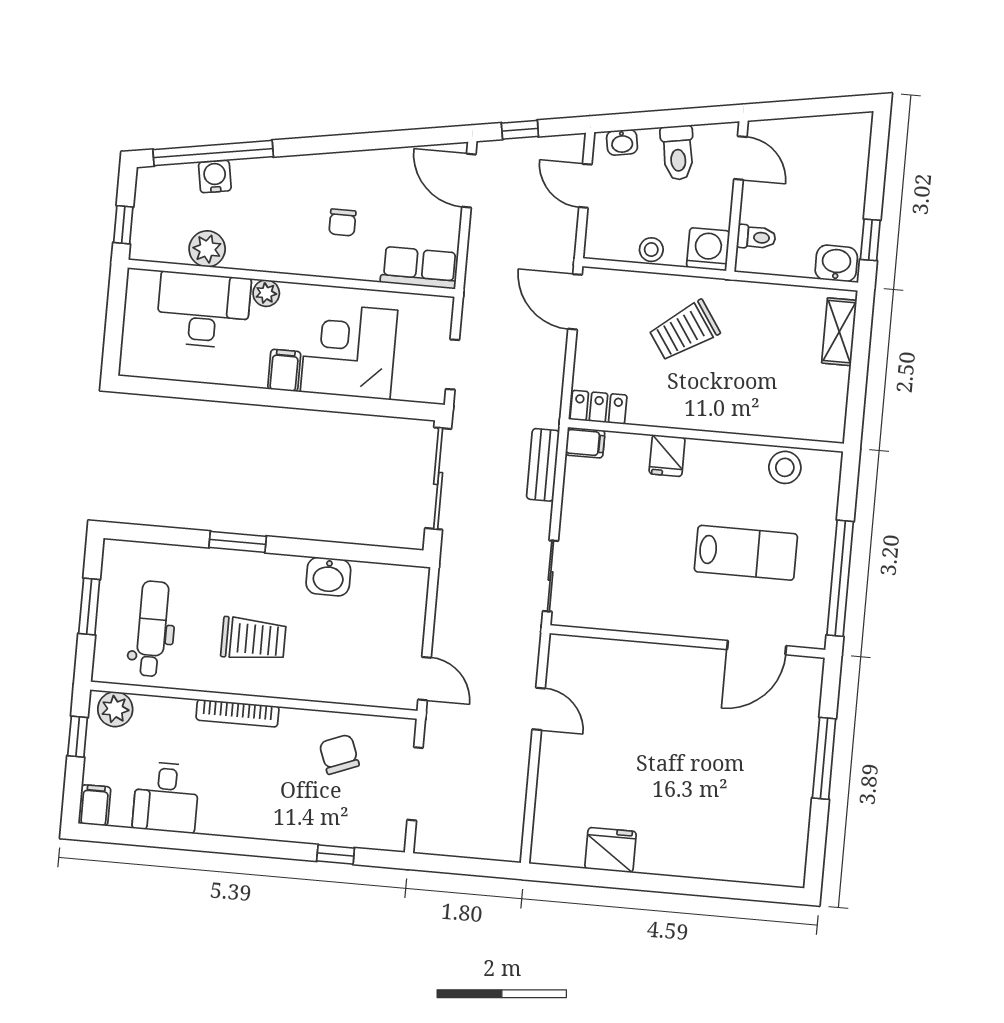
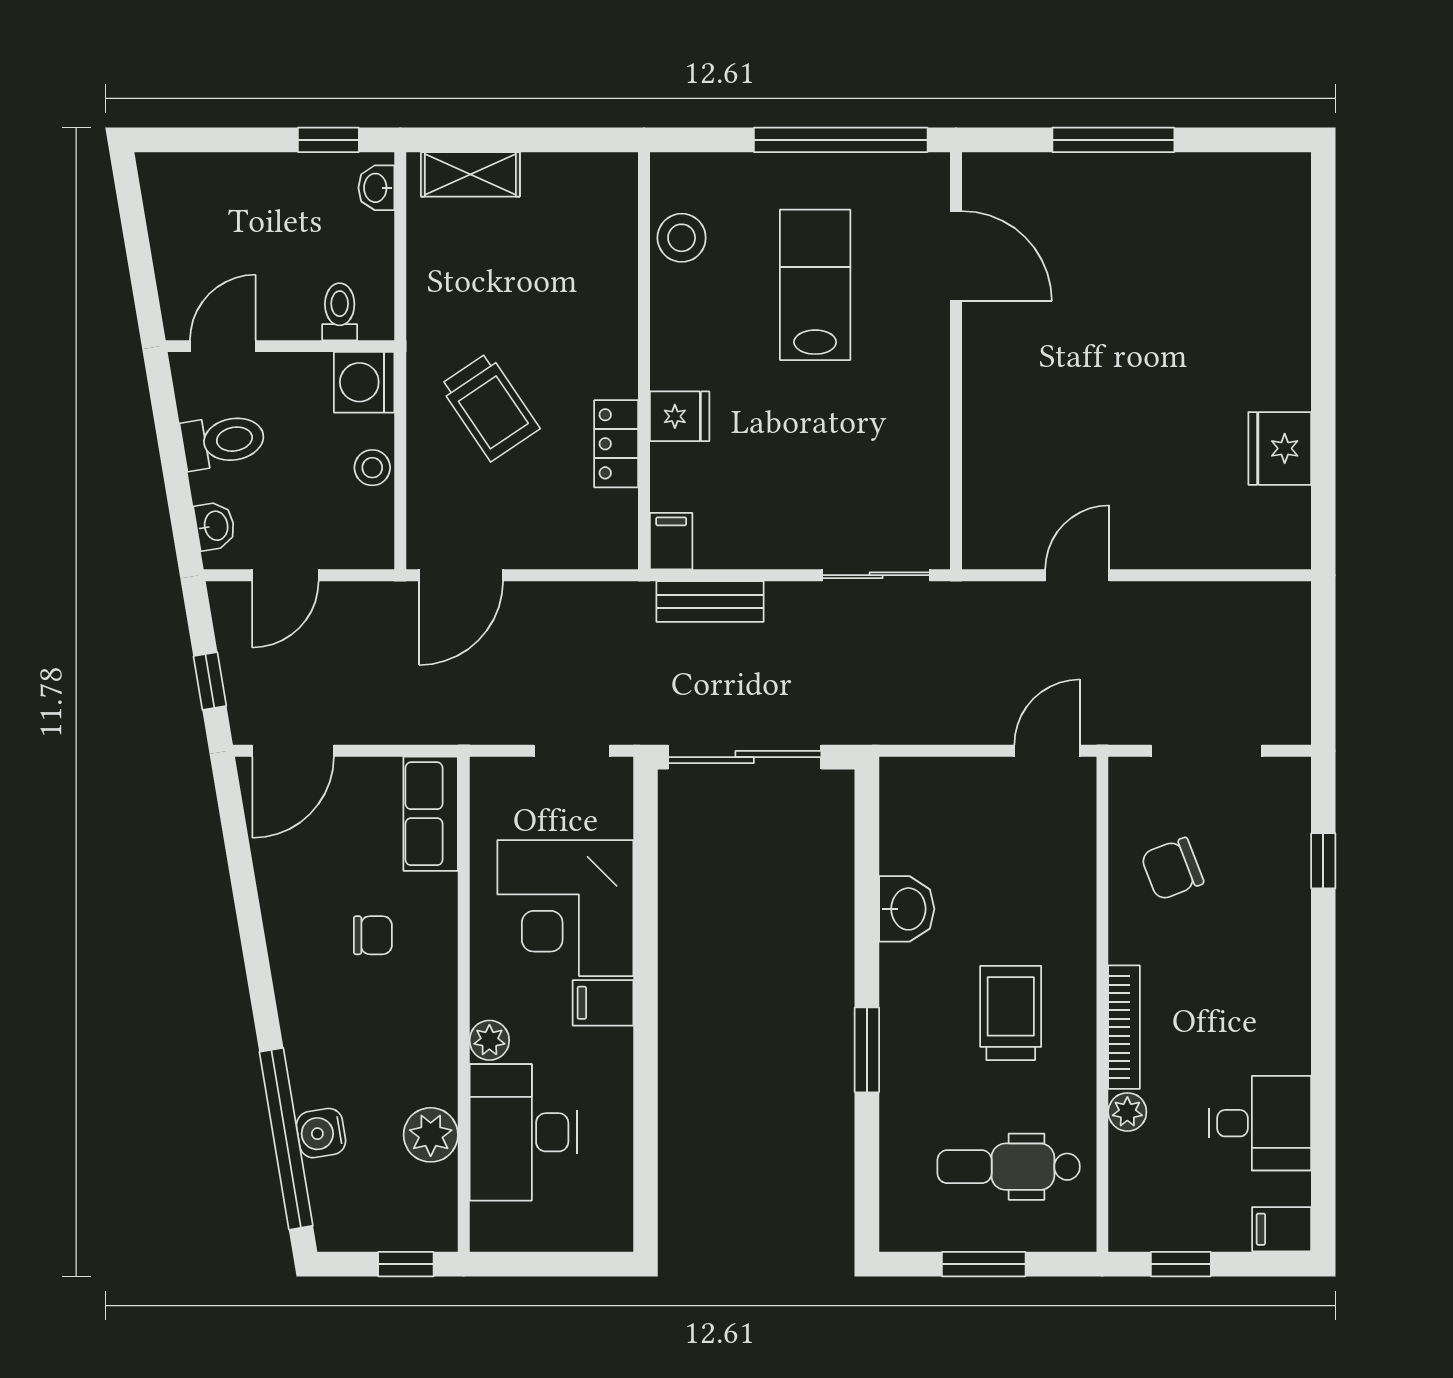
washbasin: (836, 263) -> (376, 188), width x0.72, depth x0.69
locker: (598, 407) -> (616, 444), moved
plant: (115, 709) -> (1127, 1112), moved, width x0.73, depth x0.73

